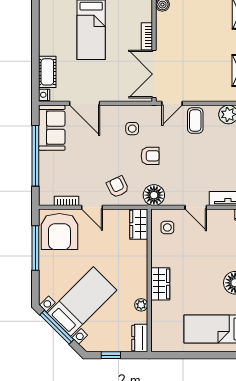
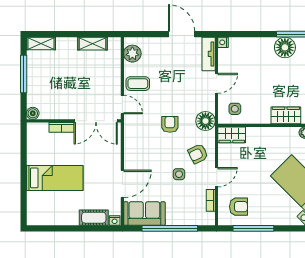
side table: (132, 129) -> (179, 174), moved
armchair: (59, 232) -> (238, 207), width x0.53, depth x0.53

